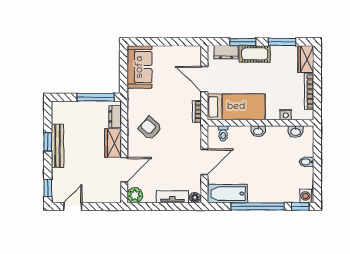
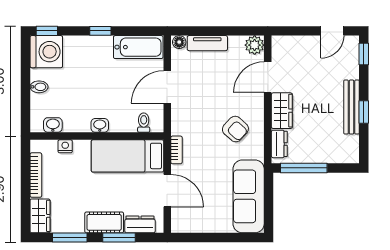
sofa: (140, 67) -> (249, 196), width x1.36
washing machine: (307, 196) -> (46, 52), width x1.89, depth x1.89
window: (258, 206) -> (100, 31), width x0.32

